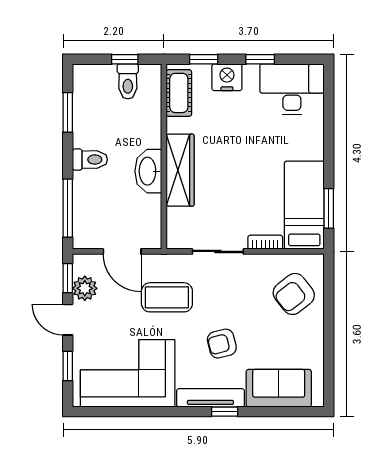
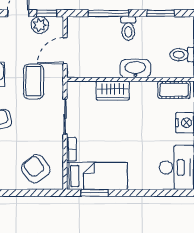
wardrobe: (180, 170) -> (113, 91), width x0.67
washbasin: (148, 171) -> (135, 69), moved
window: (68, 208) -> (108, 13), moved

